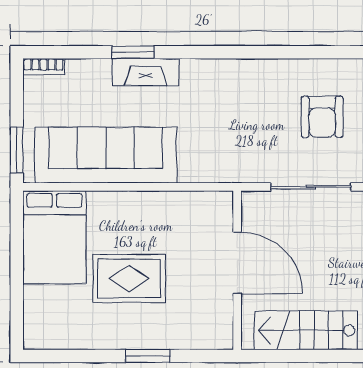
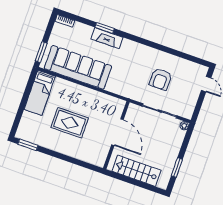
armchair: (322, 117) -> (161, 79), moved
bed: (54, 237) -> (40, 93), width x0.67
window: (148, 356) -> (28, 145), moved

